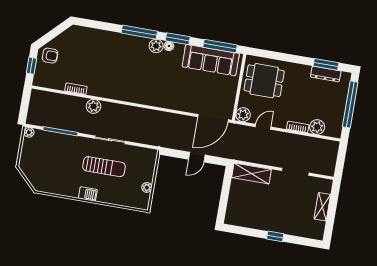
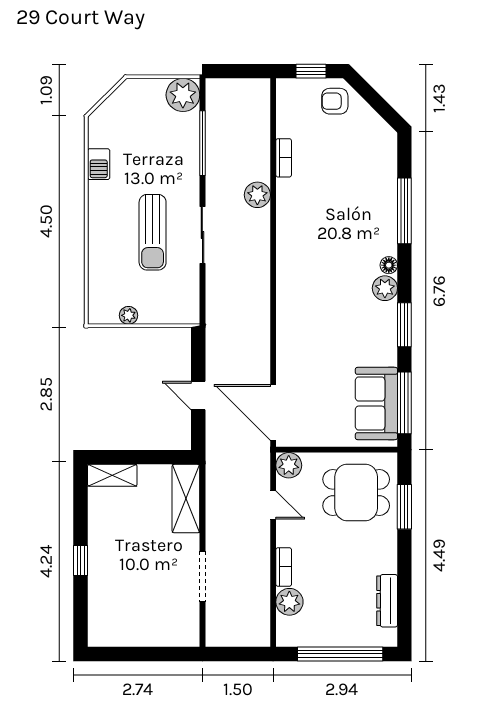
window: (139, 32) -> (404, 211), moved
floor lamp: (169, 46) -> (389, 265), moved
armchair: (50, 56) -> (335, 101), turned 90
sofa: (211, 60) -> (376, 404), width x0.73
window: (326, 64) -> (404, 507), moved
dining table: (264, 81) -> (356, 492), turned 90
plant: (29, 132) -> (183, 95), width x1.87, depth x1.87
barbecue: (88, 194) -> (99, 164), moved
shelving: (322, 207) -> (112, 475), moved

